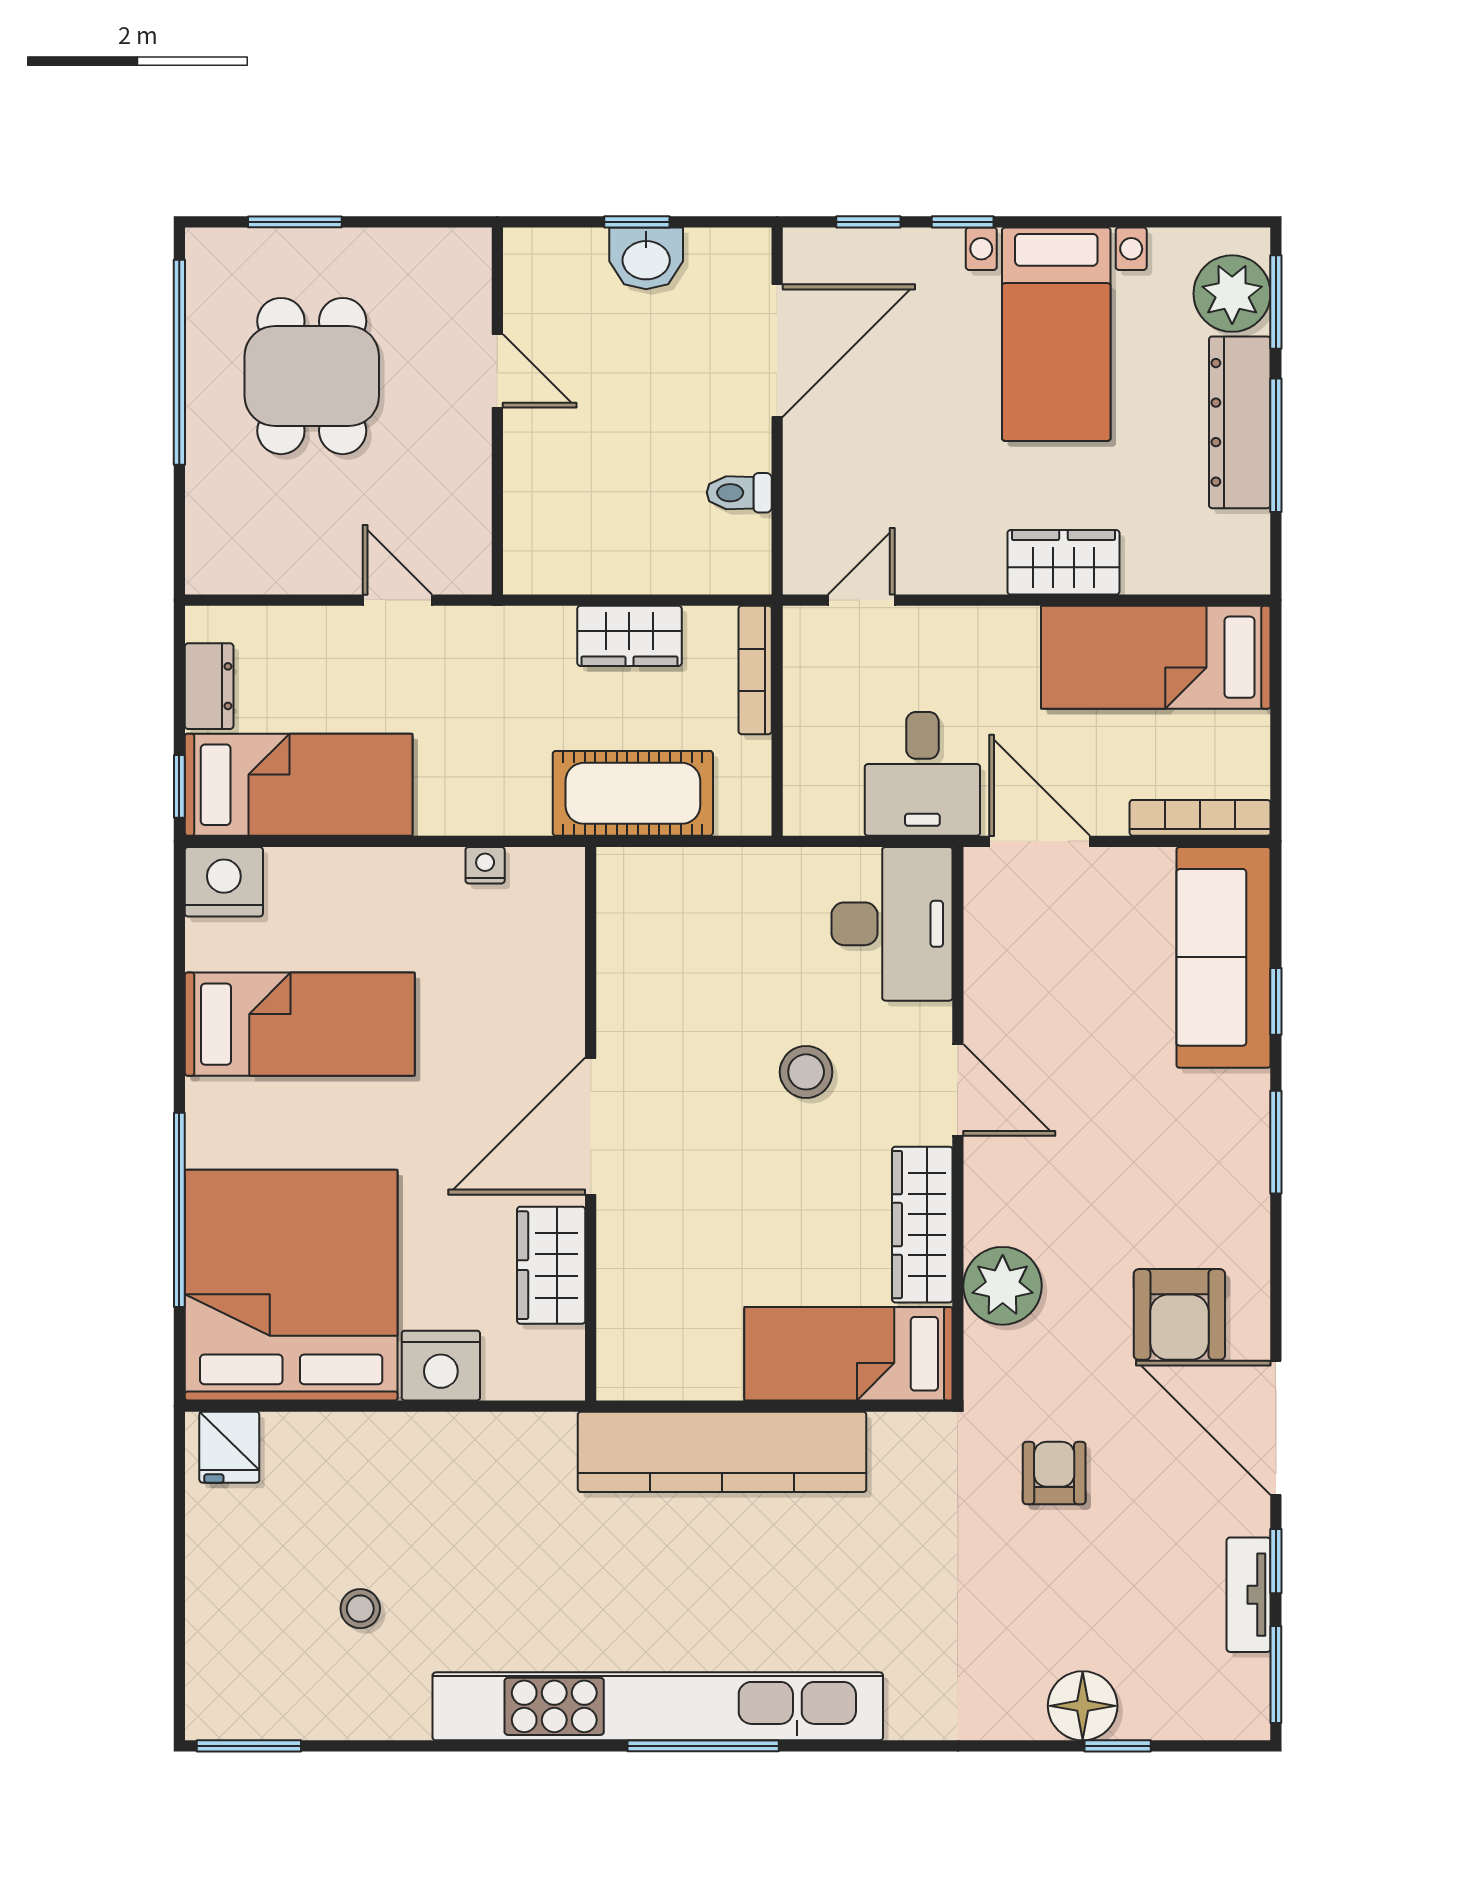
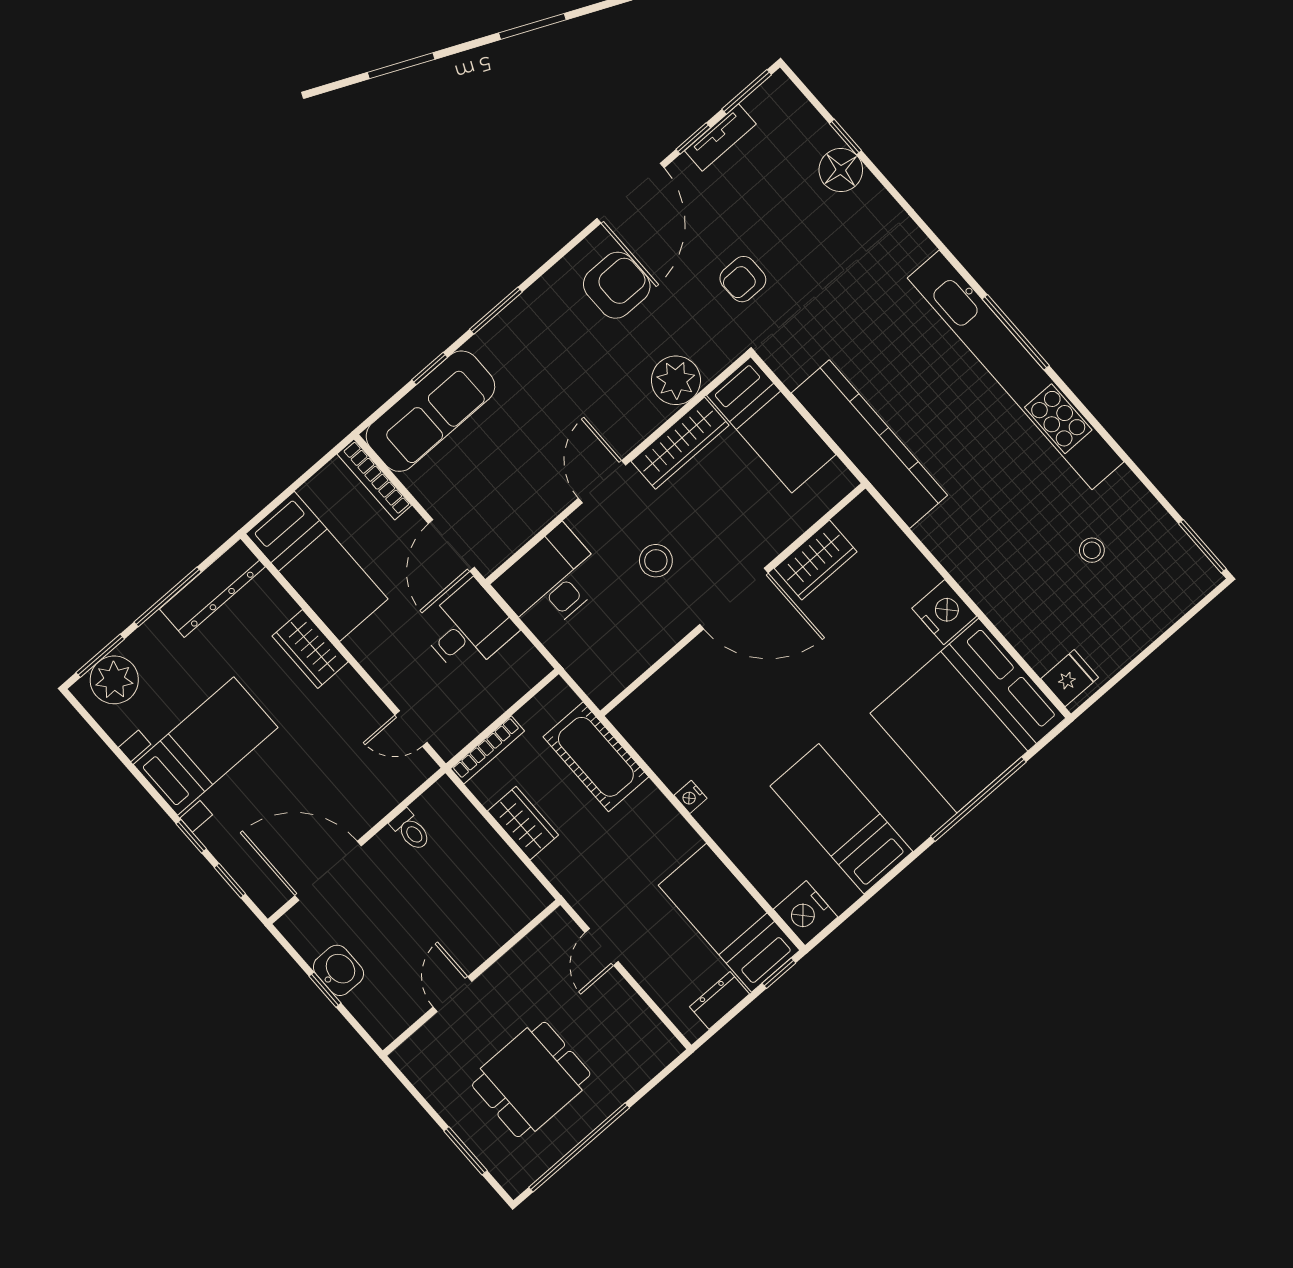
dresser: (1240, 422) -> (212, 588), moved
wall: (591, 1124) -> (733, 600), moved
door: (591, 1126) -> (734, 599), moved
wardrobe: (551, 1265) -> (816, 560), moved

